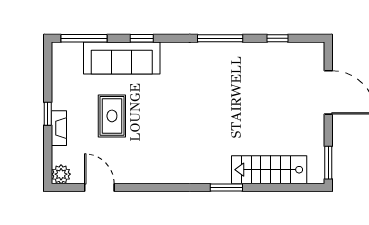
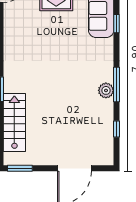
plant: (228, 52) -> (106, 90), added

